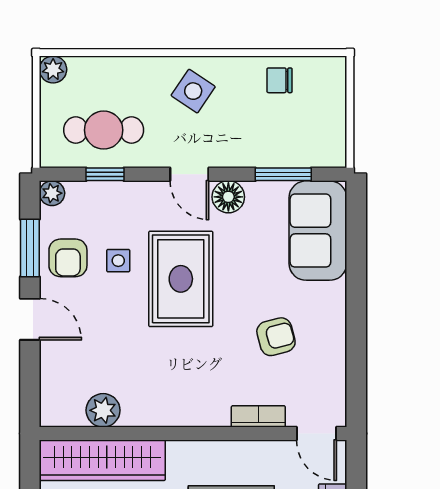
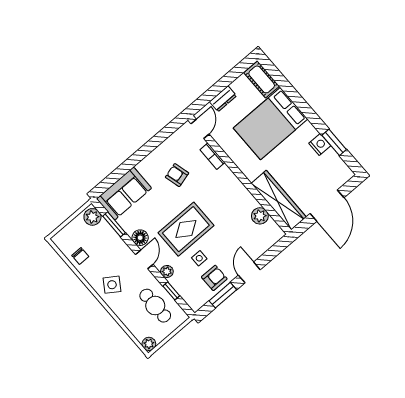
plant: (324, 151) -> (92, 217), added
plant: (52, 193) -> (167, 271), moved

